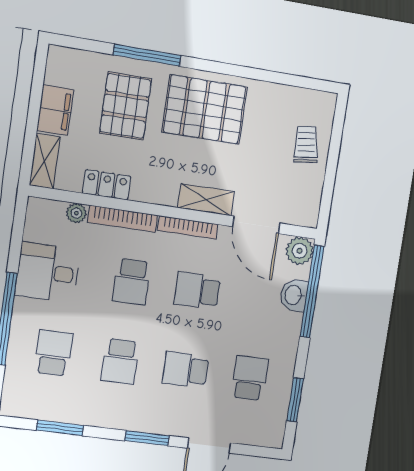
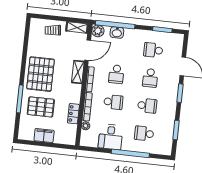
shelving: (45, 161) -> (77, 27), moved

